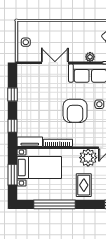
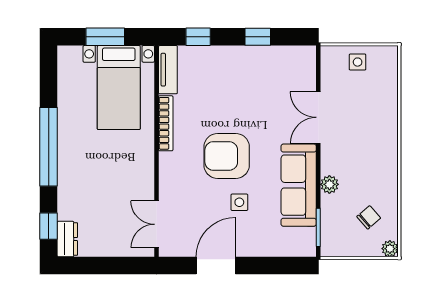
double door: (55, 63) -> (318, 117), swing flipped
plant: (88, 158) -> (138, 181), removed
rug: (84, 185) -> (85, 173), removed
window: (55, 204) -> (49, 147), moved

